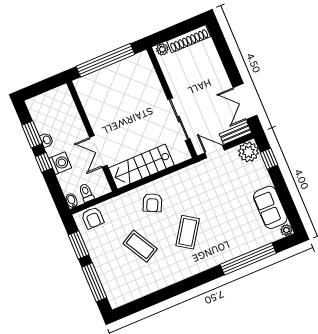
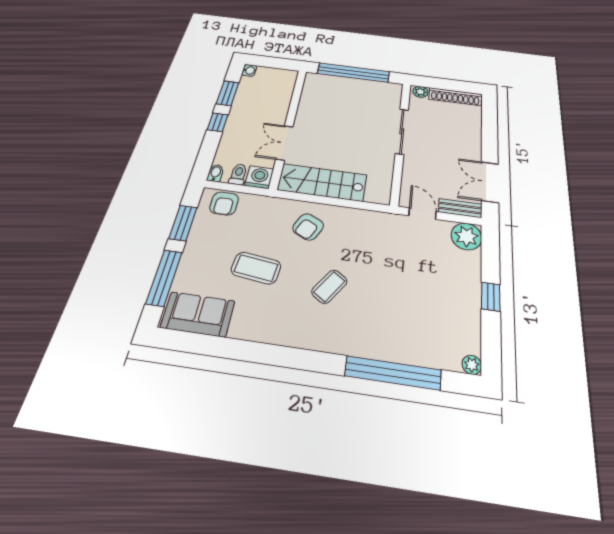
sliding door: (179, 119) -> (402, 131), moved
washbasin: (46, 140) -> (249, 70), moved
window: (269, 159) -> (491, 297), moved
washing machine: (60, 163) -> (259, 177), moved, turned -90
sofa: (270, 207) -> (198, 314), moved, turned 90
coffee table: (188, 232) -> (329, 287), width x0.73, depth x0.77
coffee table: (140, 246) -> (256, 268), turned -54

